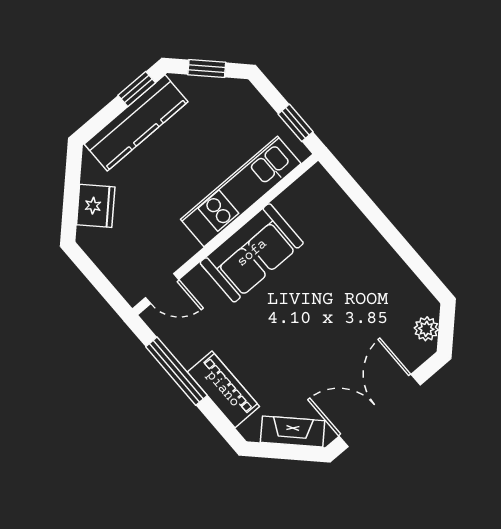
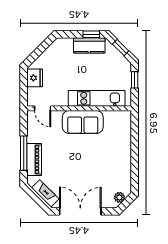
kitchen counter: (136, 123) -> (89, 45), width x0.67
window: (296, 123) -> (135, 80), moved
fridge: (96, 206) -> (35, 78), moved, turned -45
window: (176, 371) -> (24, 153), moved

